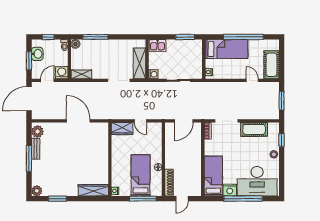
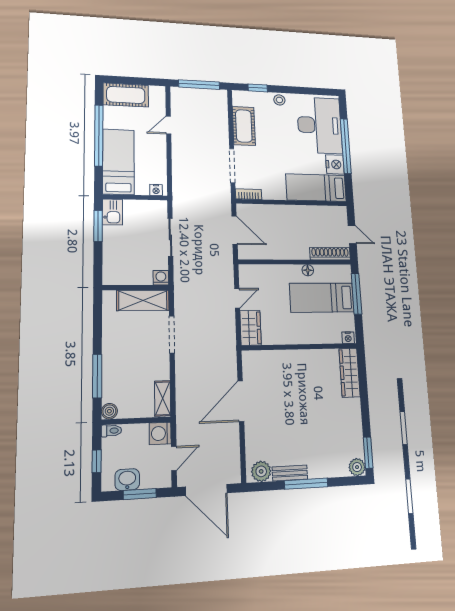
kitchen sink: (157, 45) -> (112, 212), moved
cot: (271, 65) -> (126, 95), moved
door: (47, 80) -> (174, 458), swing flipped
window: (282, 101) -> (199, 85), width x1.44
window: (58, 199) -> (368, 453), moved

